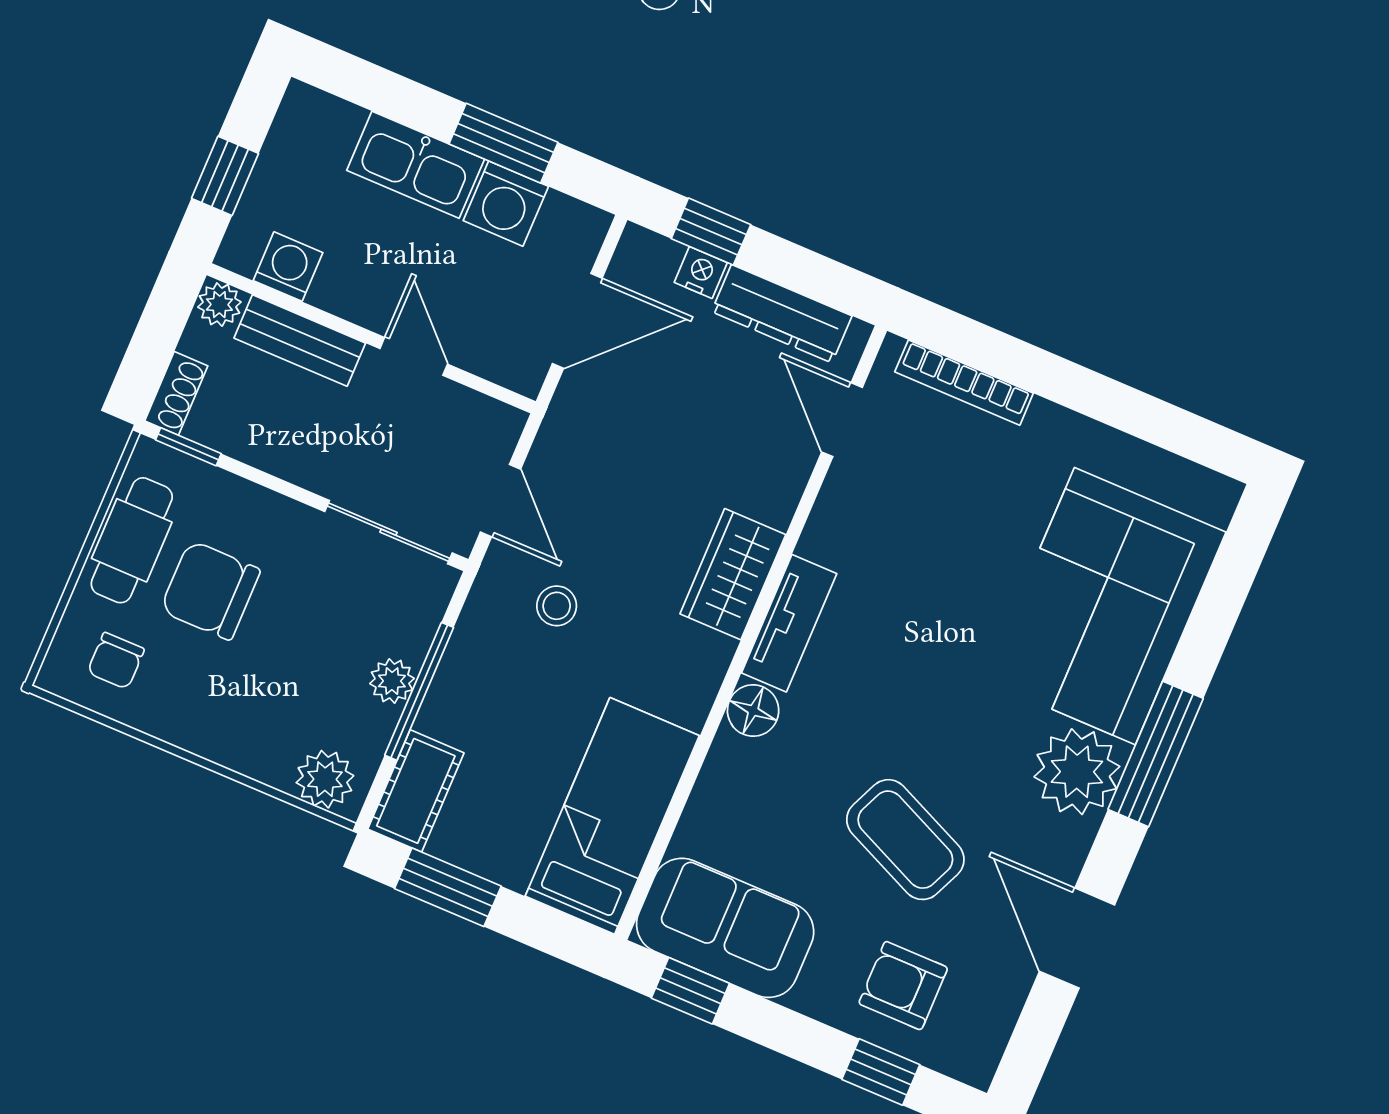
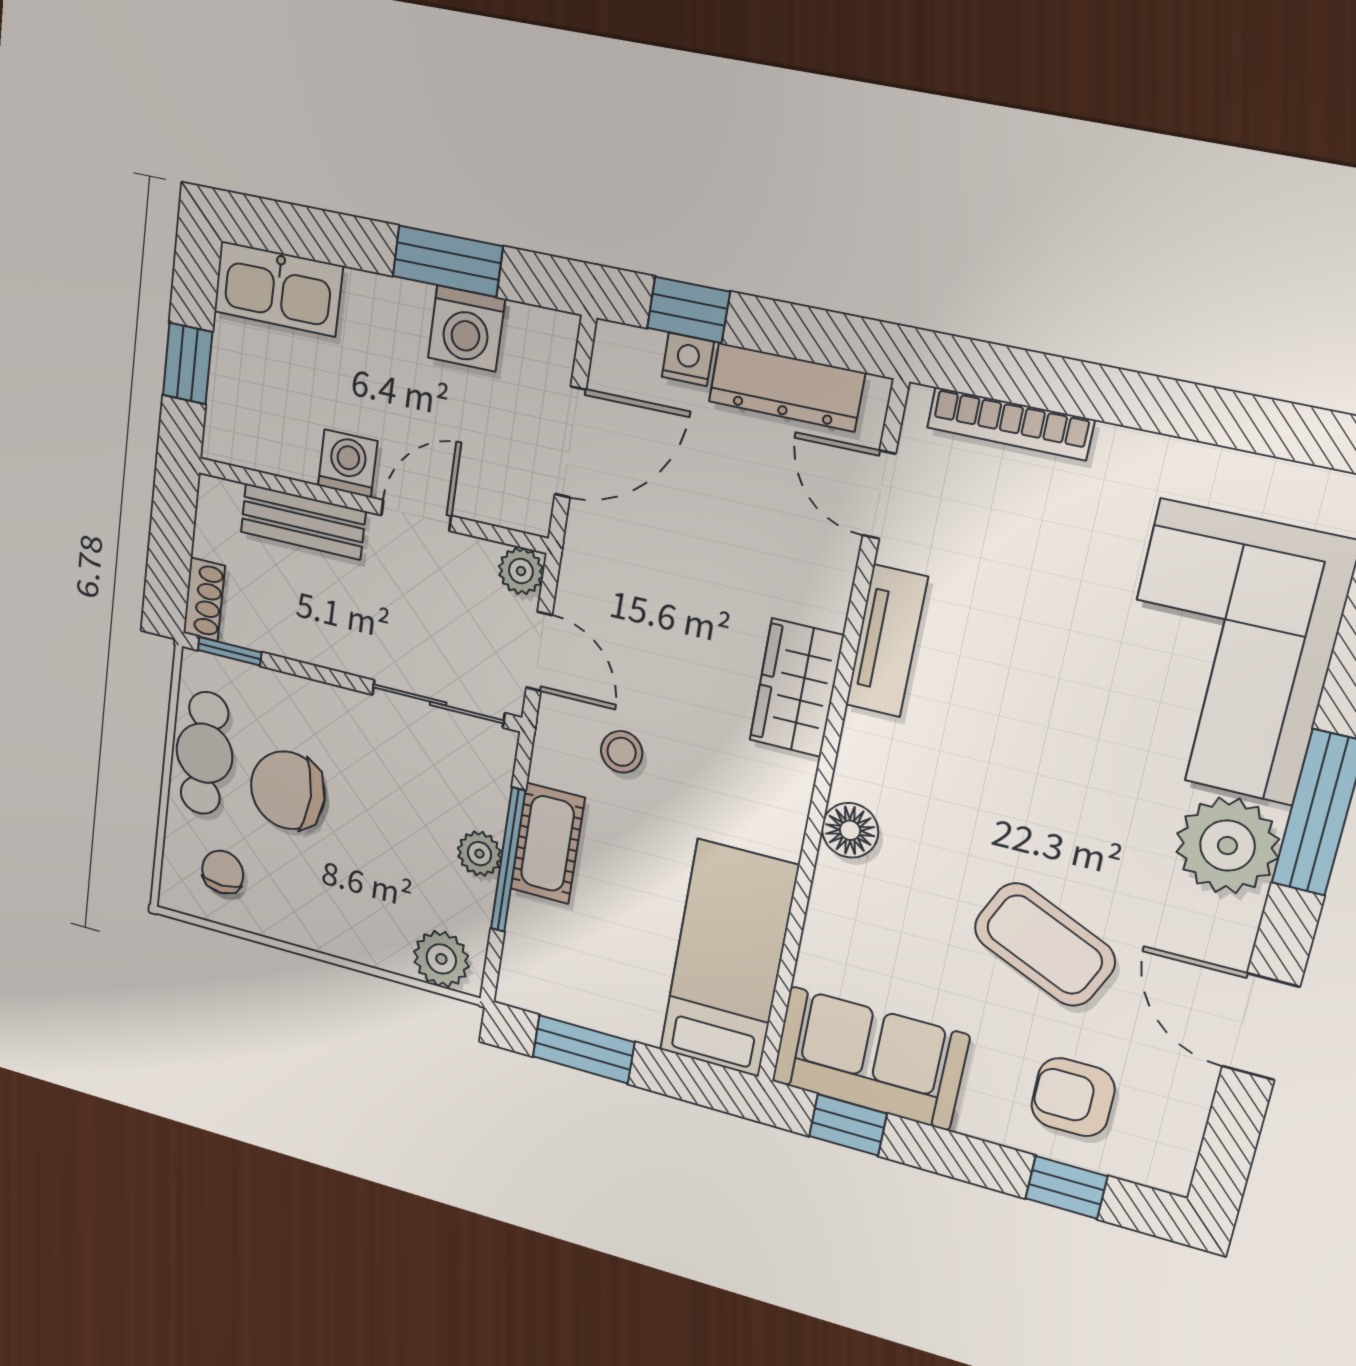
kitchen sink: (416, 165) -> (278, 289), moved
washing machine: (288, 267) -> (348, 463), moved
plant: (219, 305) -> (521, 571), moved
door: (414, 356) -> (416, 515), hinge flipped
tv unit: (789, 623) -> (887, 641), moved
chair: (116, 661) -> (223, 872), turned 180
cot: (416, 791) -> (547, 843), moved

